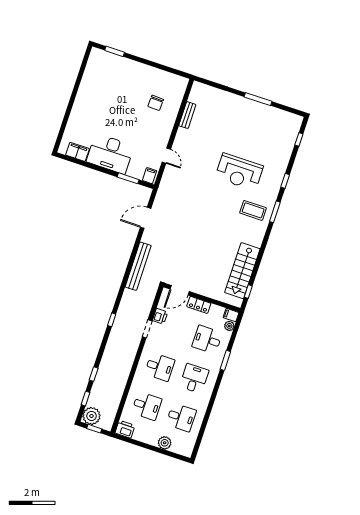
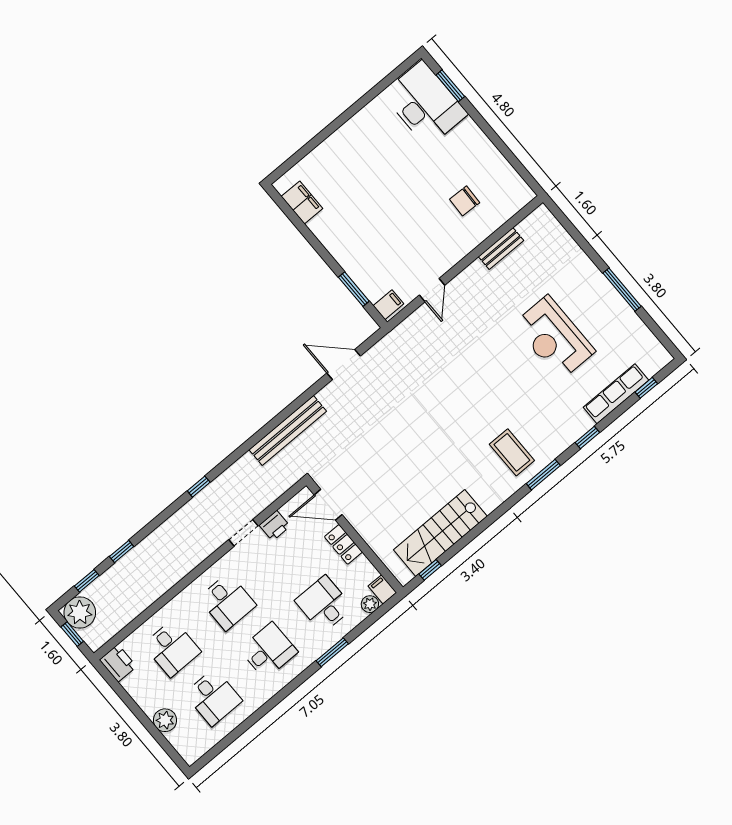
row of seats: (286, 151) -> (616, 394), added
desk: (110, 154) -> (425, 104), moved, turned 180
reception desk: (239, 172) -> (554, 338), moved

